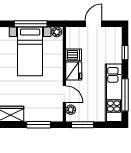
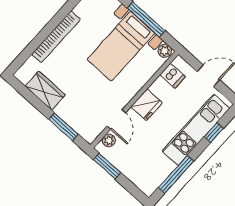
dishwasher: (74, 55) -> (173, 76), moved
kitchen unit: (114, 93) -> (196, 130), moved

